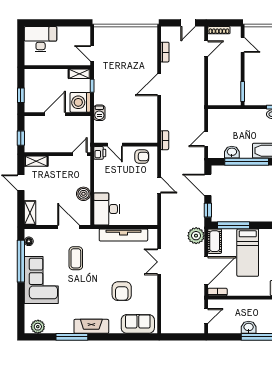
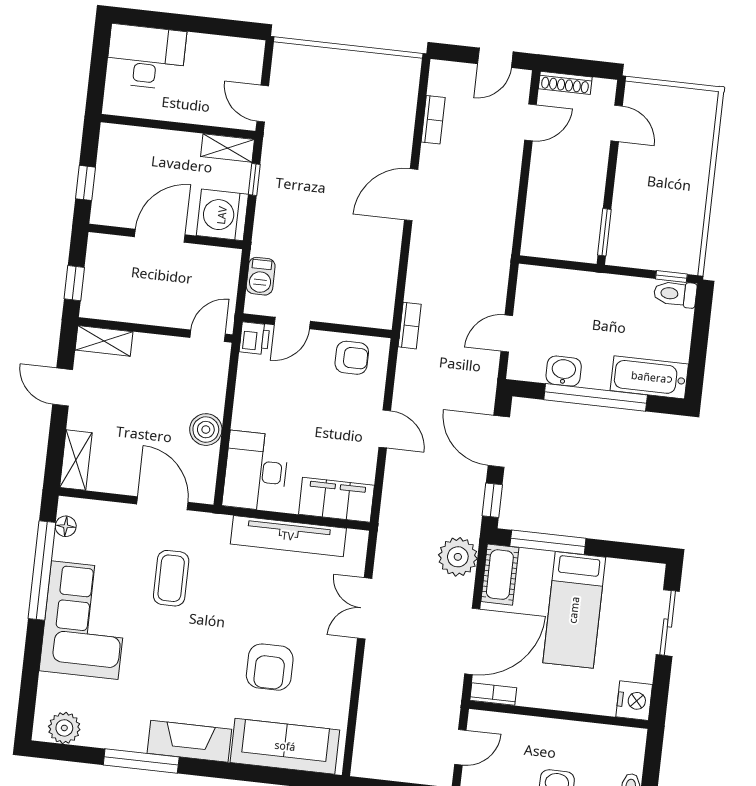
barbecue: (99, 113) -> (261, 276), moved
door: (115, 145) -> (292, 323), hinge flipped
filing cabinet: (142, 217) -> (336, 500), added
sofa: (138, 324) -> (285, 746), width x1.36

